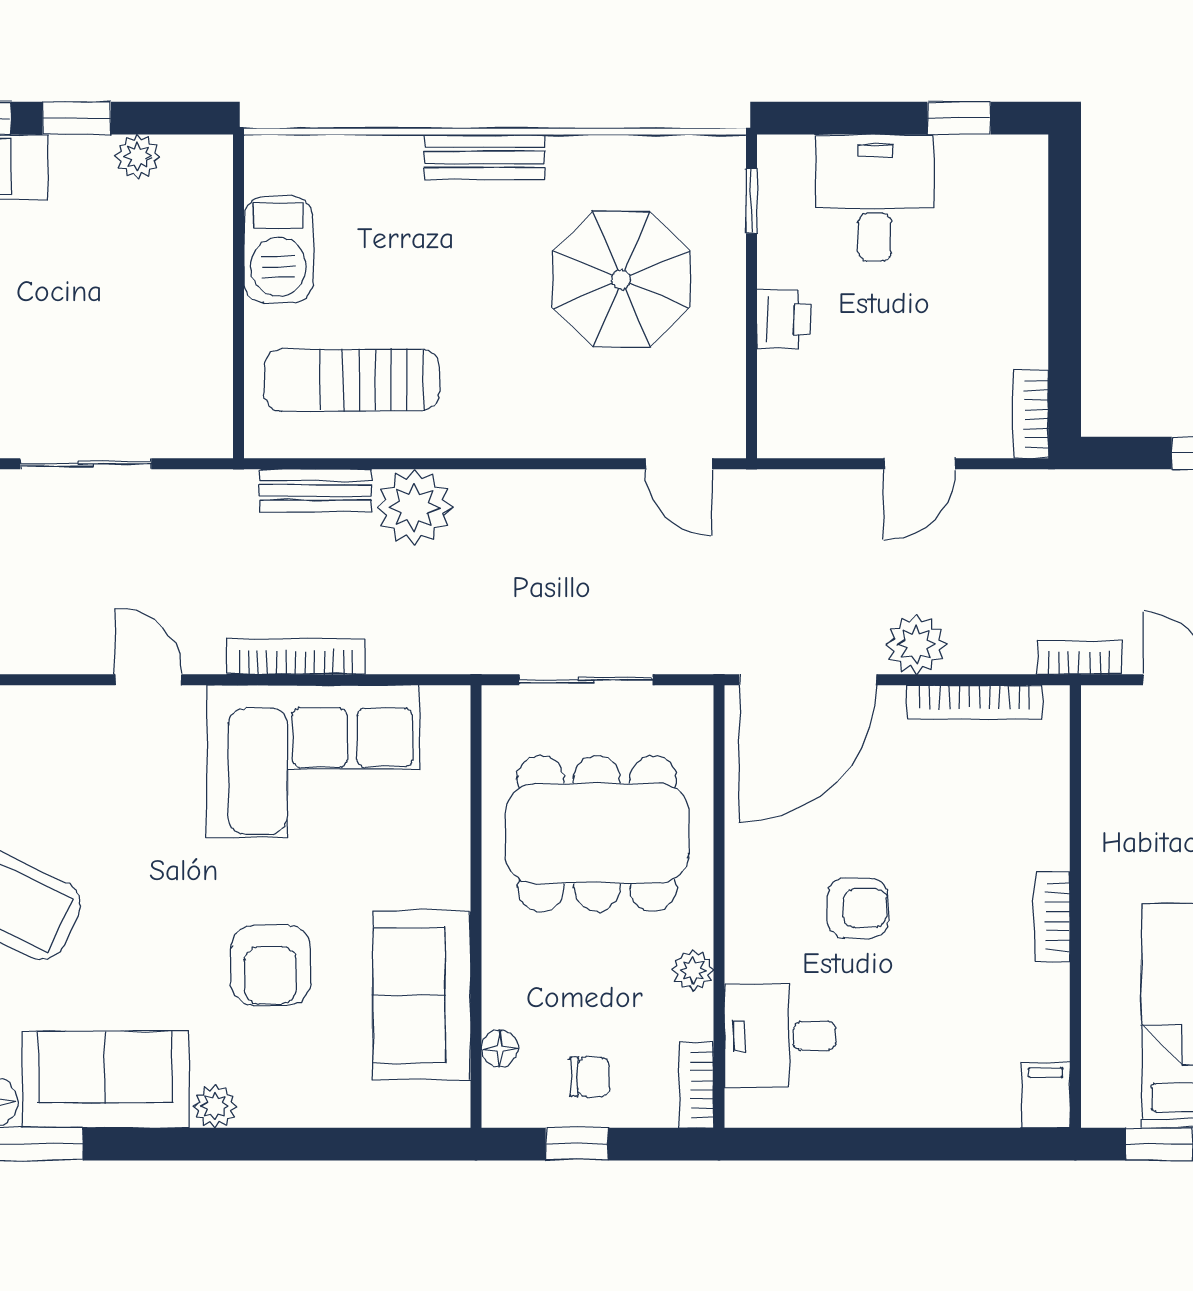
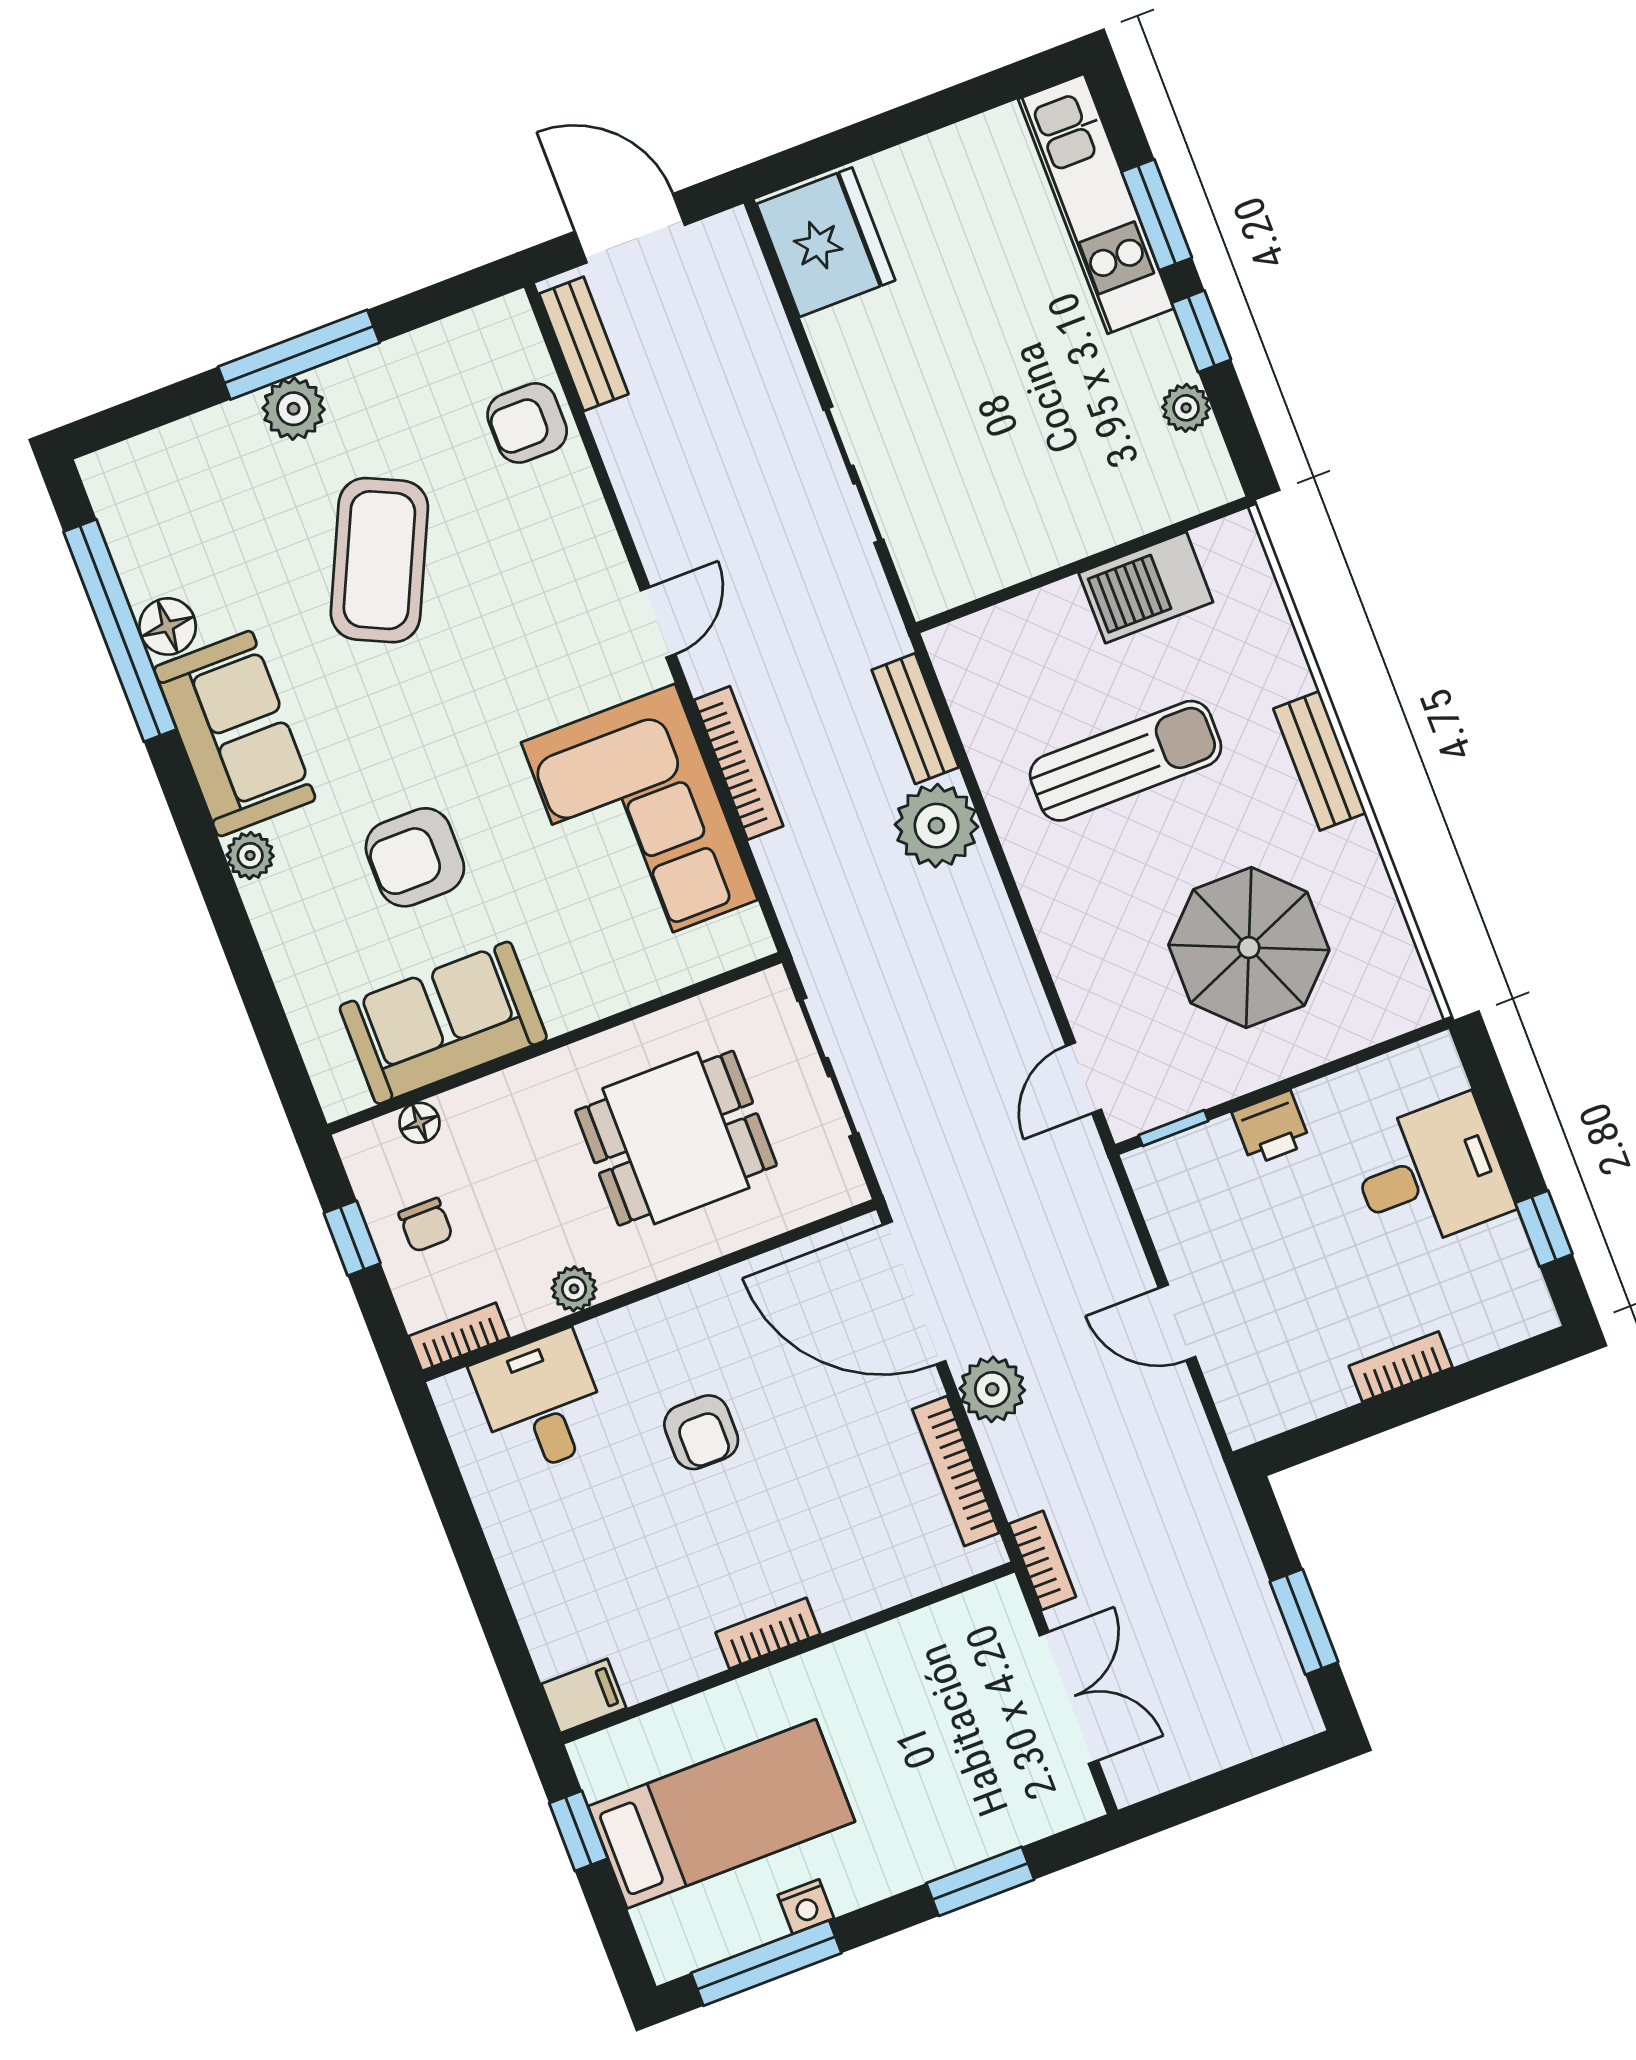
window: (751, 201) -> (1173, 1128), moved
sun lounger: (352, 380) -> (1126, 761), moved, turned 90
bookcase: (1031, 414) -> (1401, 1367), moved
dining table: (597, 833) -> (676, 1138), width x0.73

